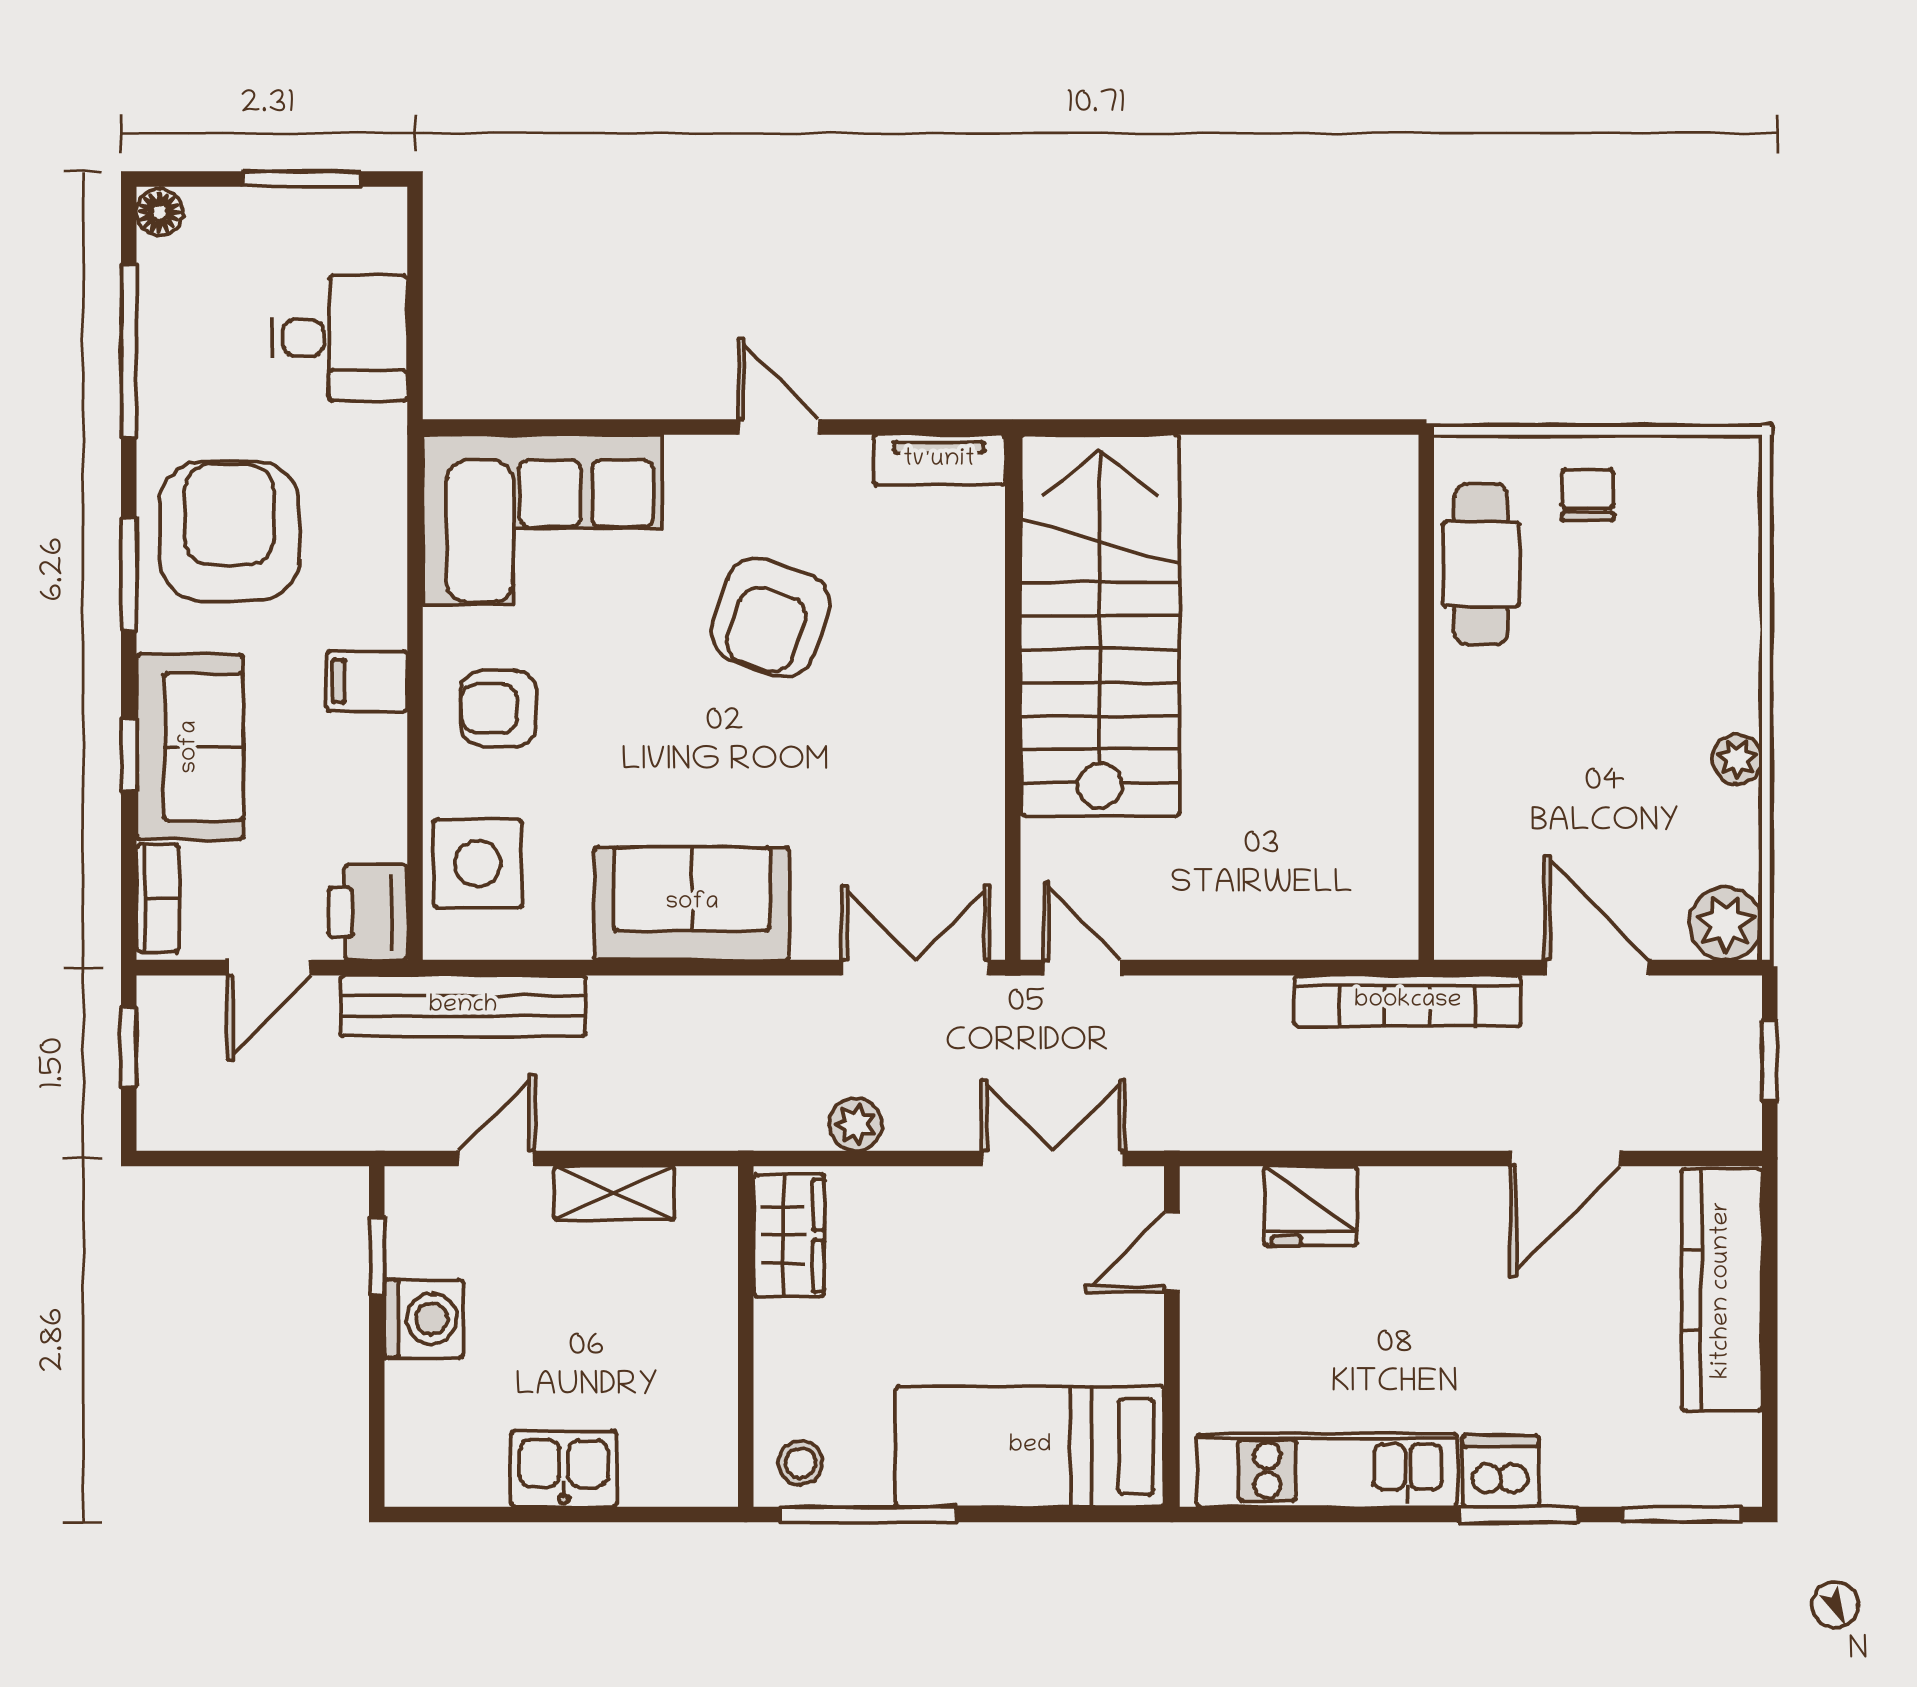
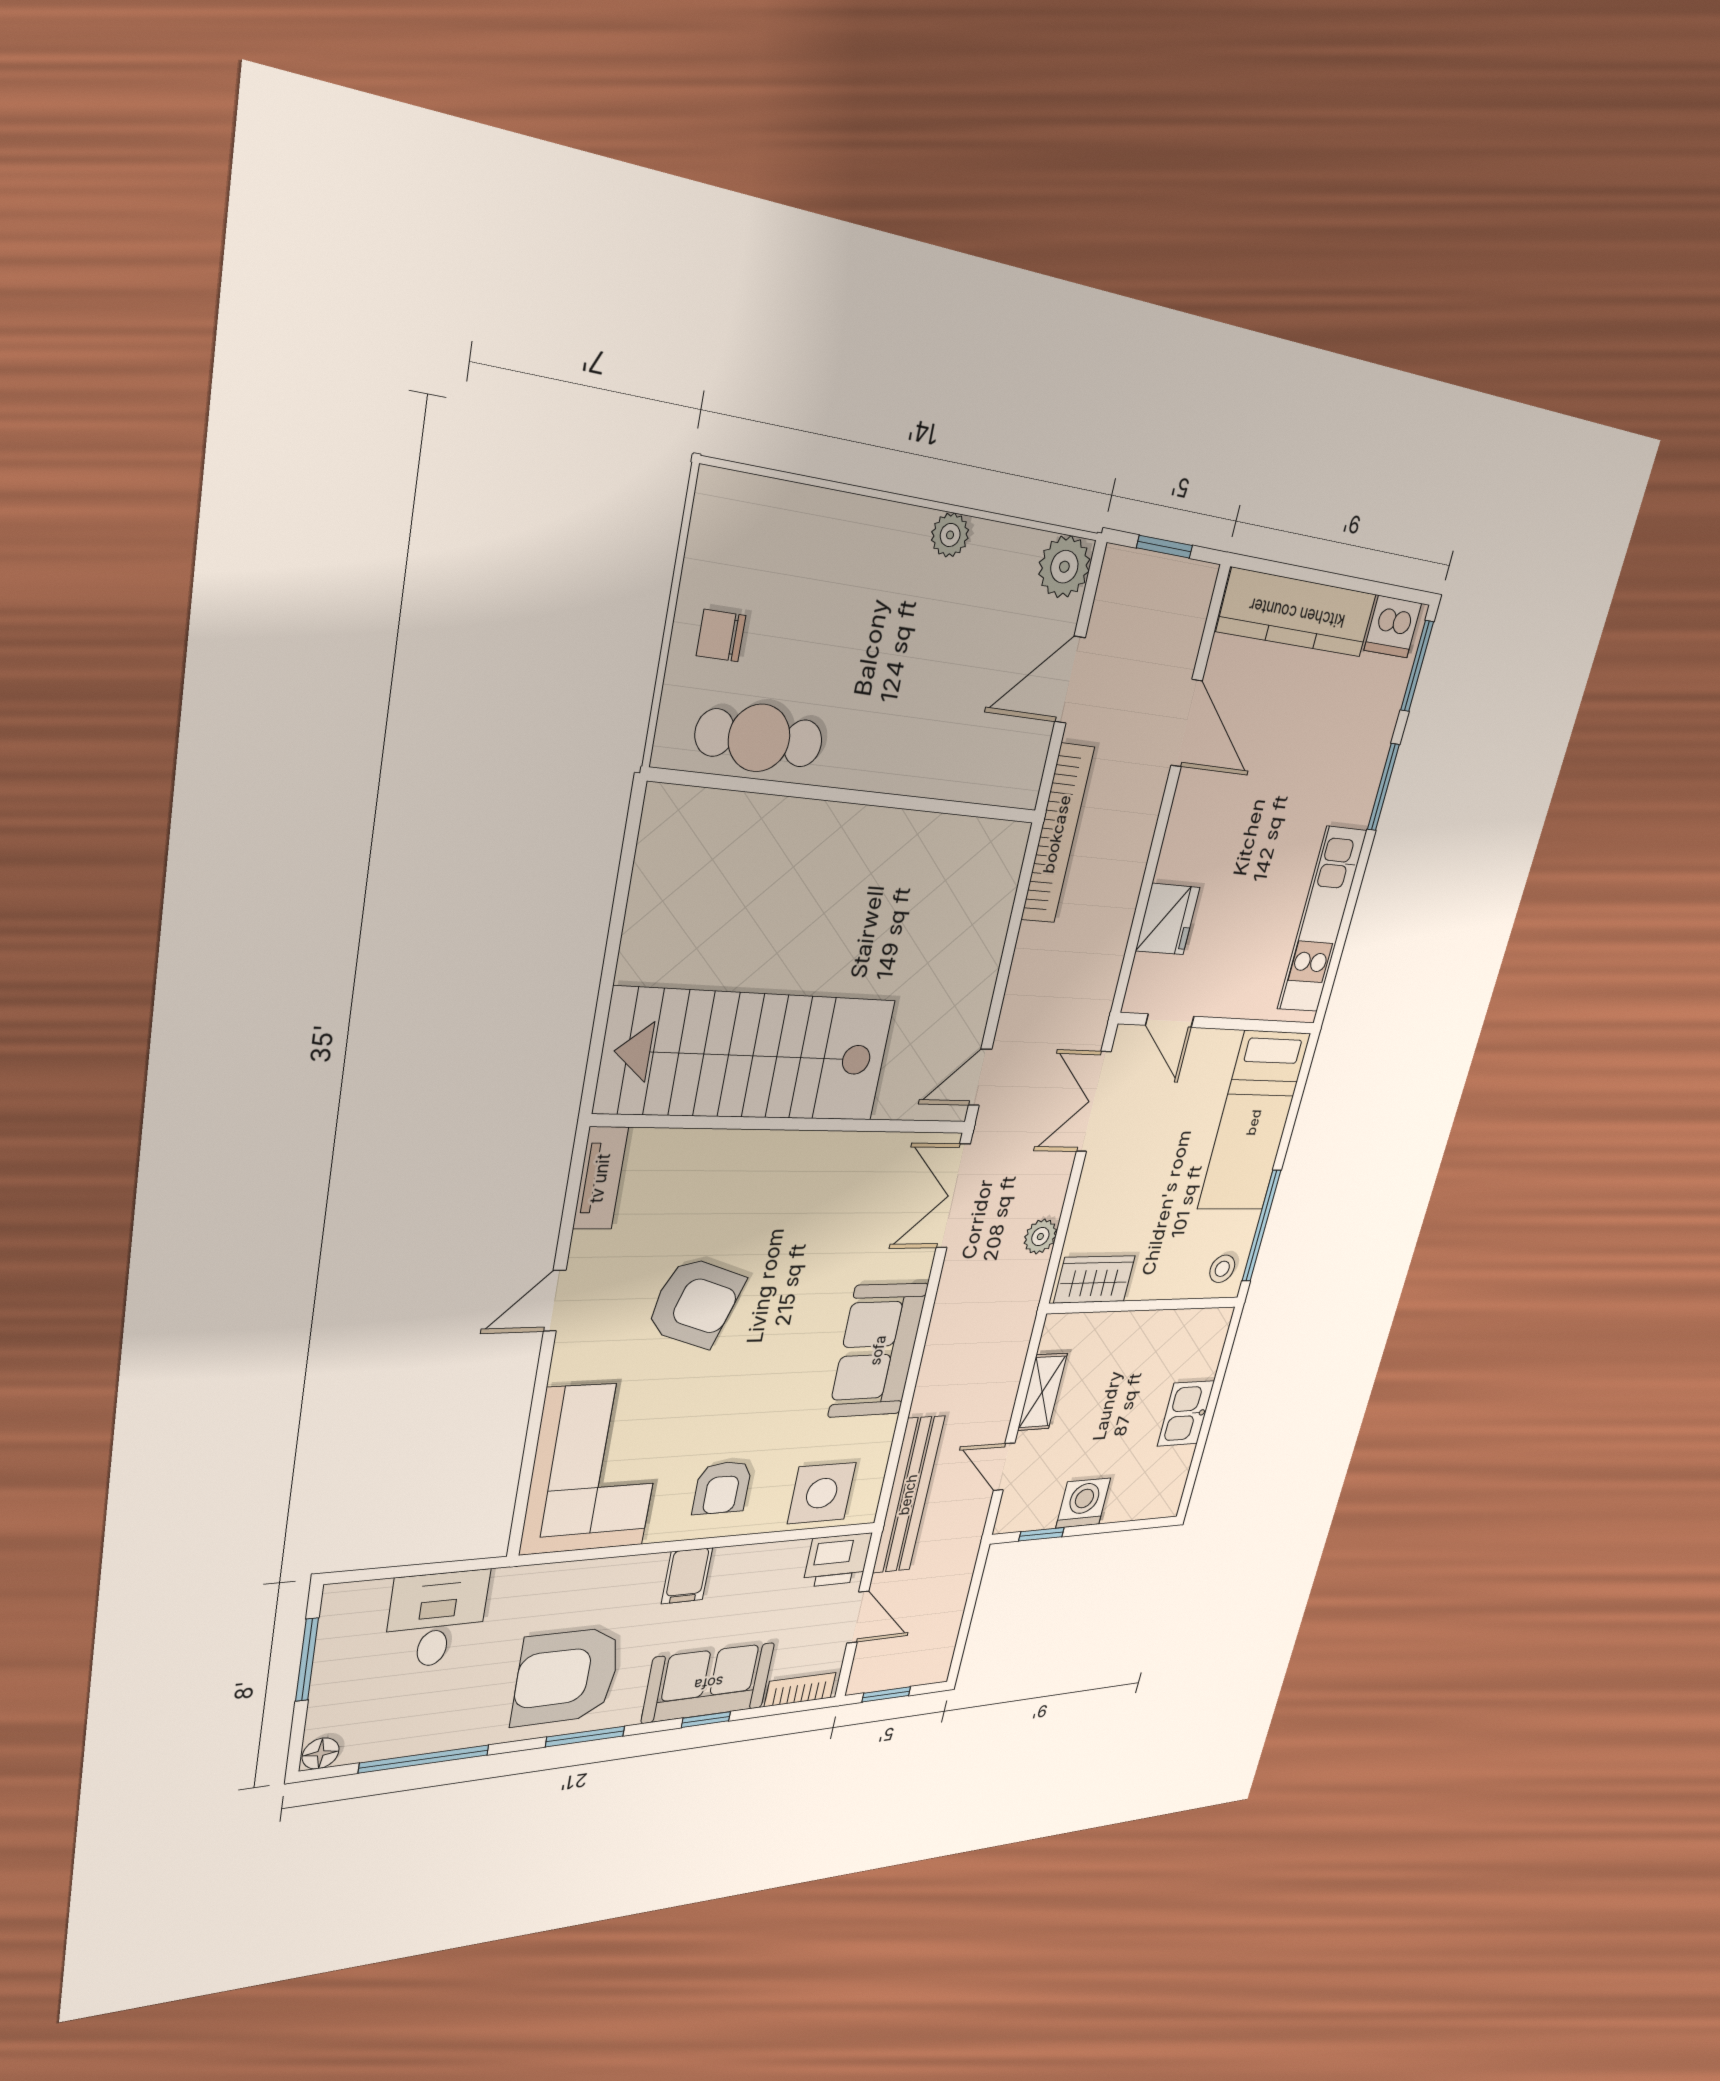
dishwasher: (1501, 1471) -> (1393, 627), moved, turned -90

